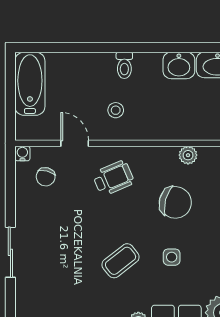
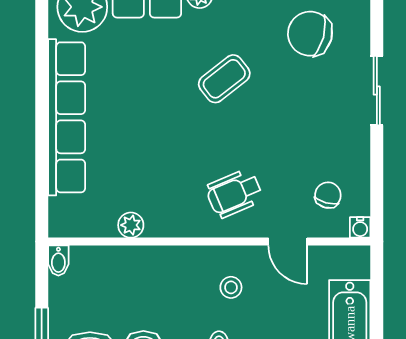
chair: (175, 202) -> (310, 34), moved
side table: (172, 257) -> (153, 84), removed

